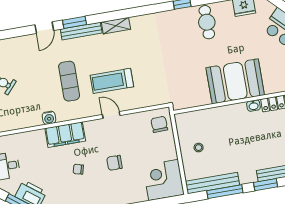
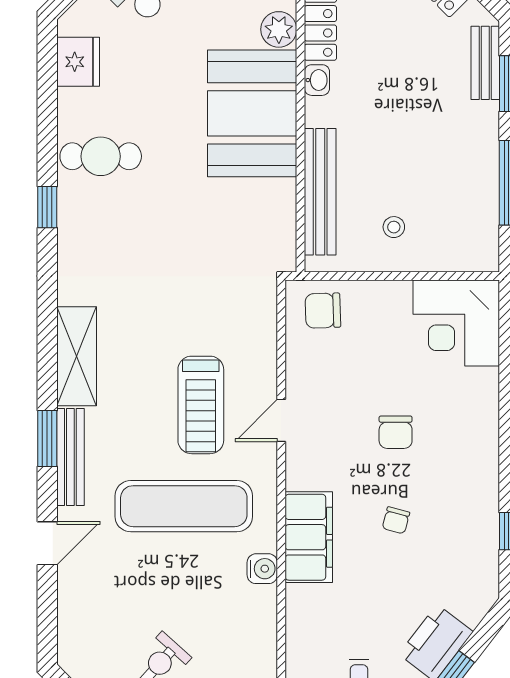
window: (75, 22) -> (47, 438), moved
shelving: (116, 26) -> (77, 356), width x1.50, depth x1.33
door: (44, 28) -> (47, 543), hinge flipped
exercise mat: (69, 81) -> (184, 506), width x1.36, depth x1.45
plant: (272, 86) -> (279, 29), added
bench: (212, 183) -> (320, 192), moved

